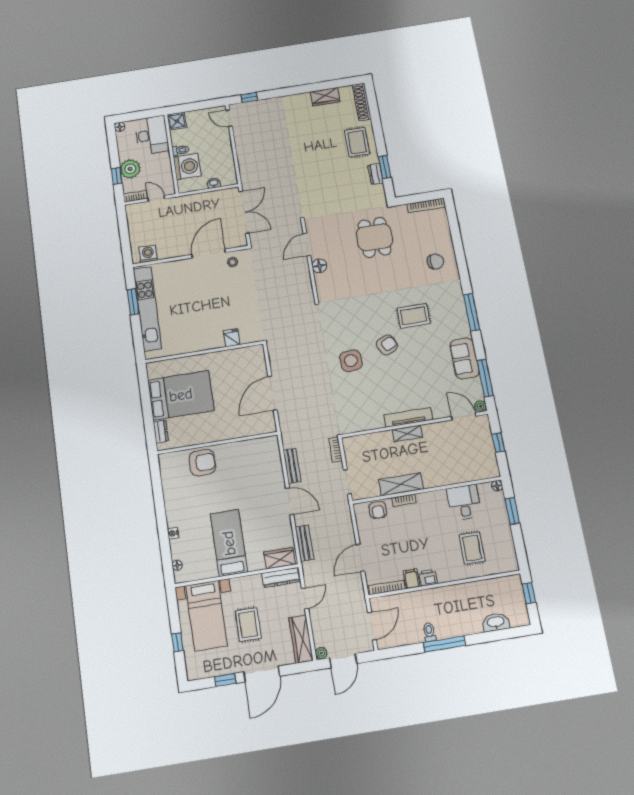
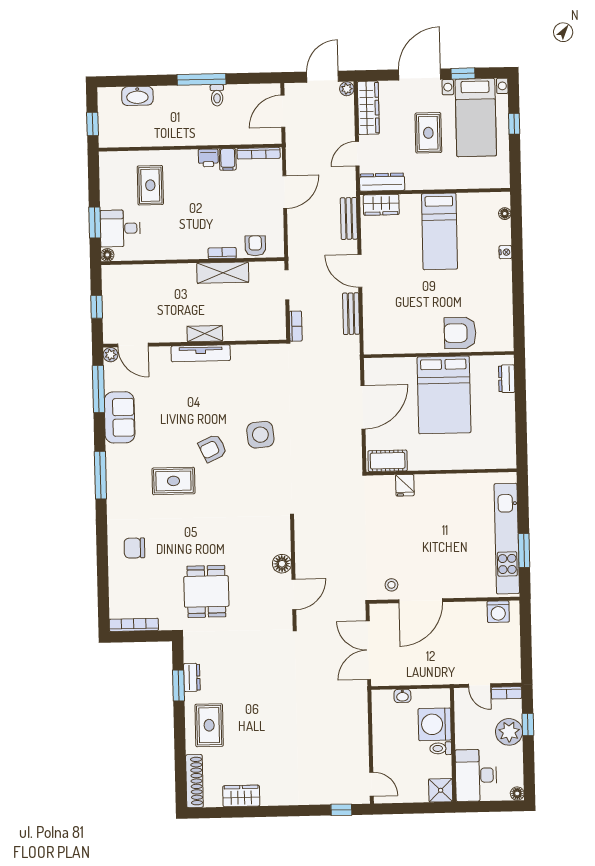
cot: (248, 355) -> (388, 461), added
bed: (181, 395) -> (444, 395), moved, turned -90
desk: (464, 502) -> (120, 228), moved, turned 90
bed with nightstands: (206, 616) -> (476, 118), moved, turned 180

